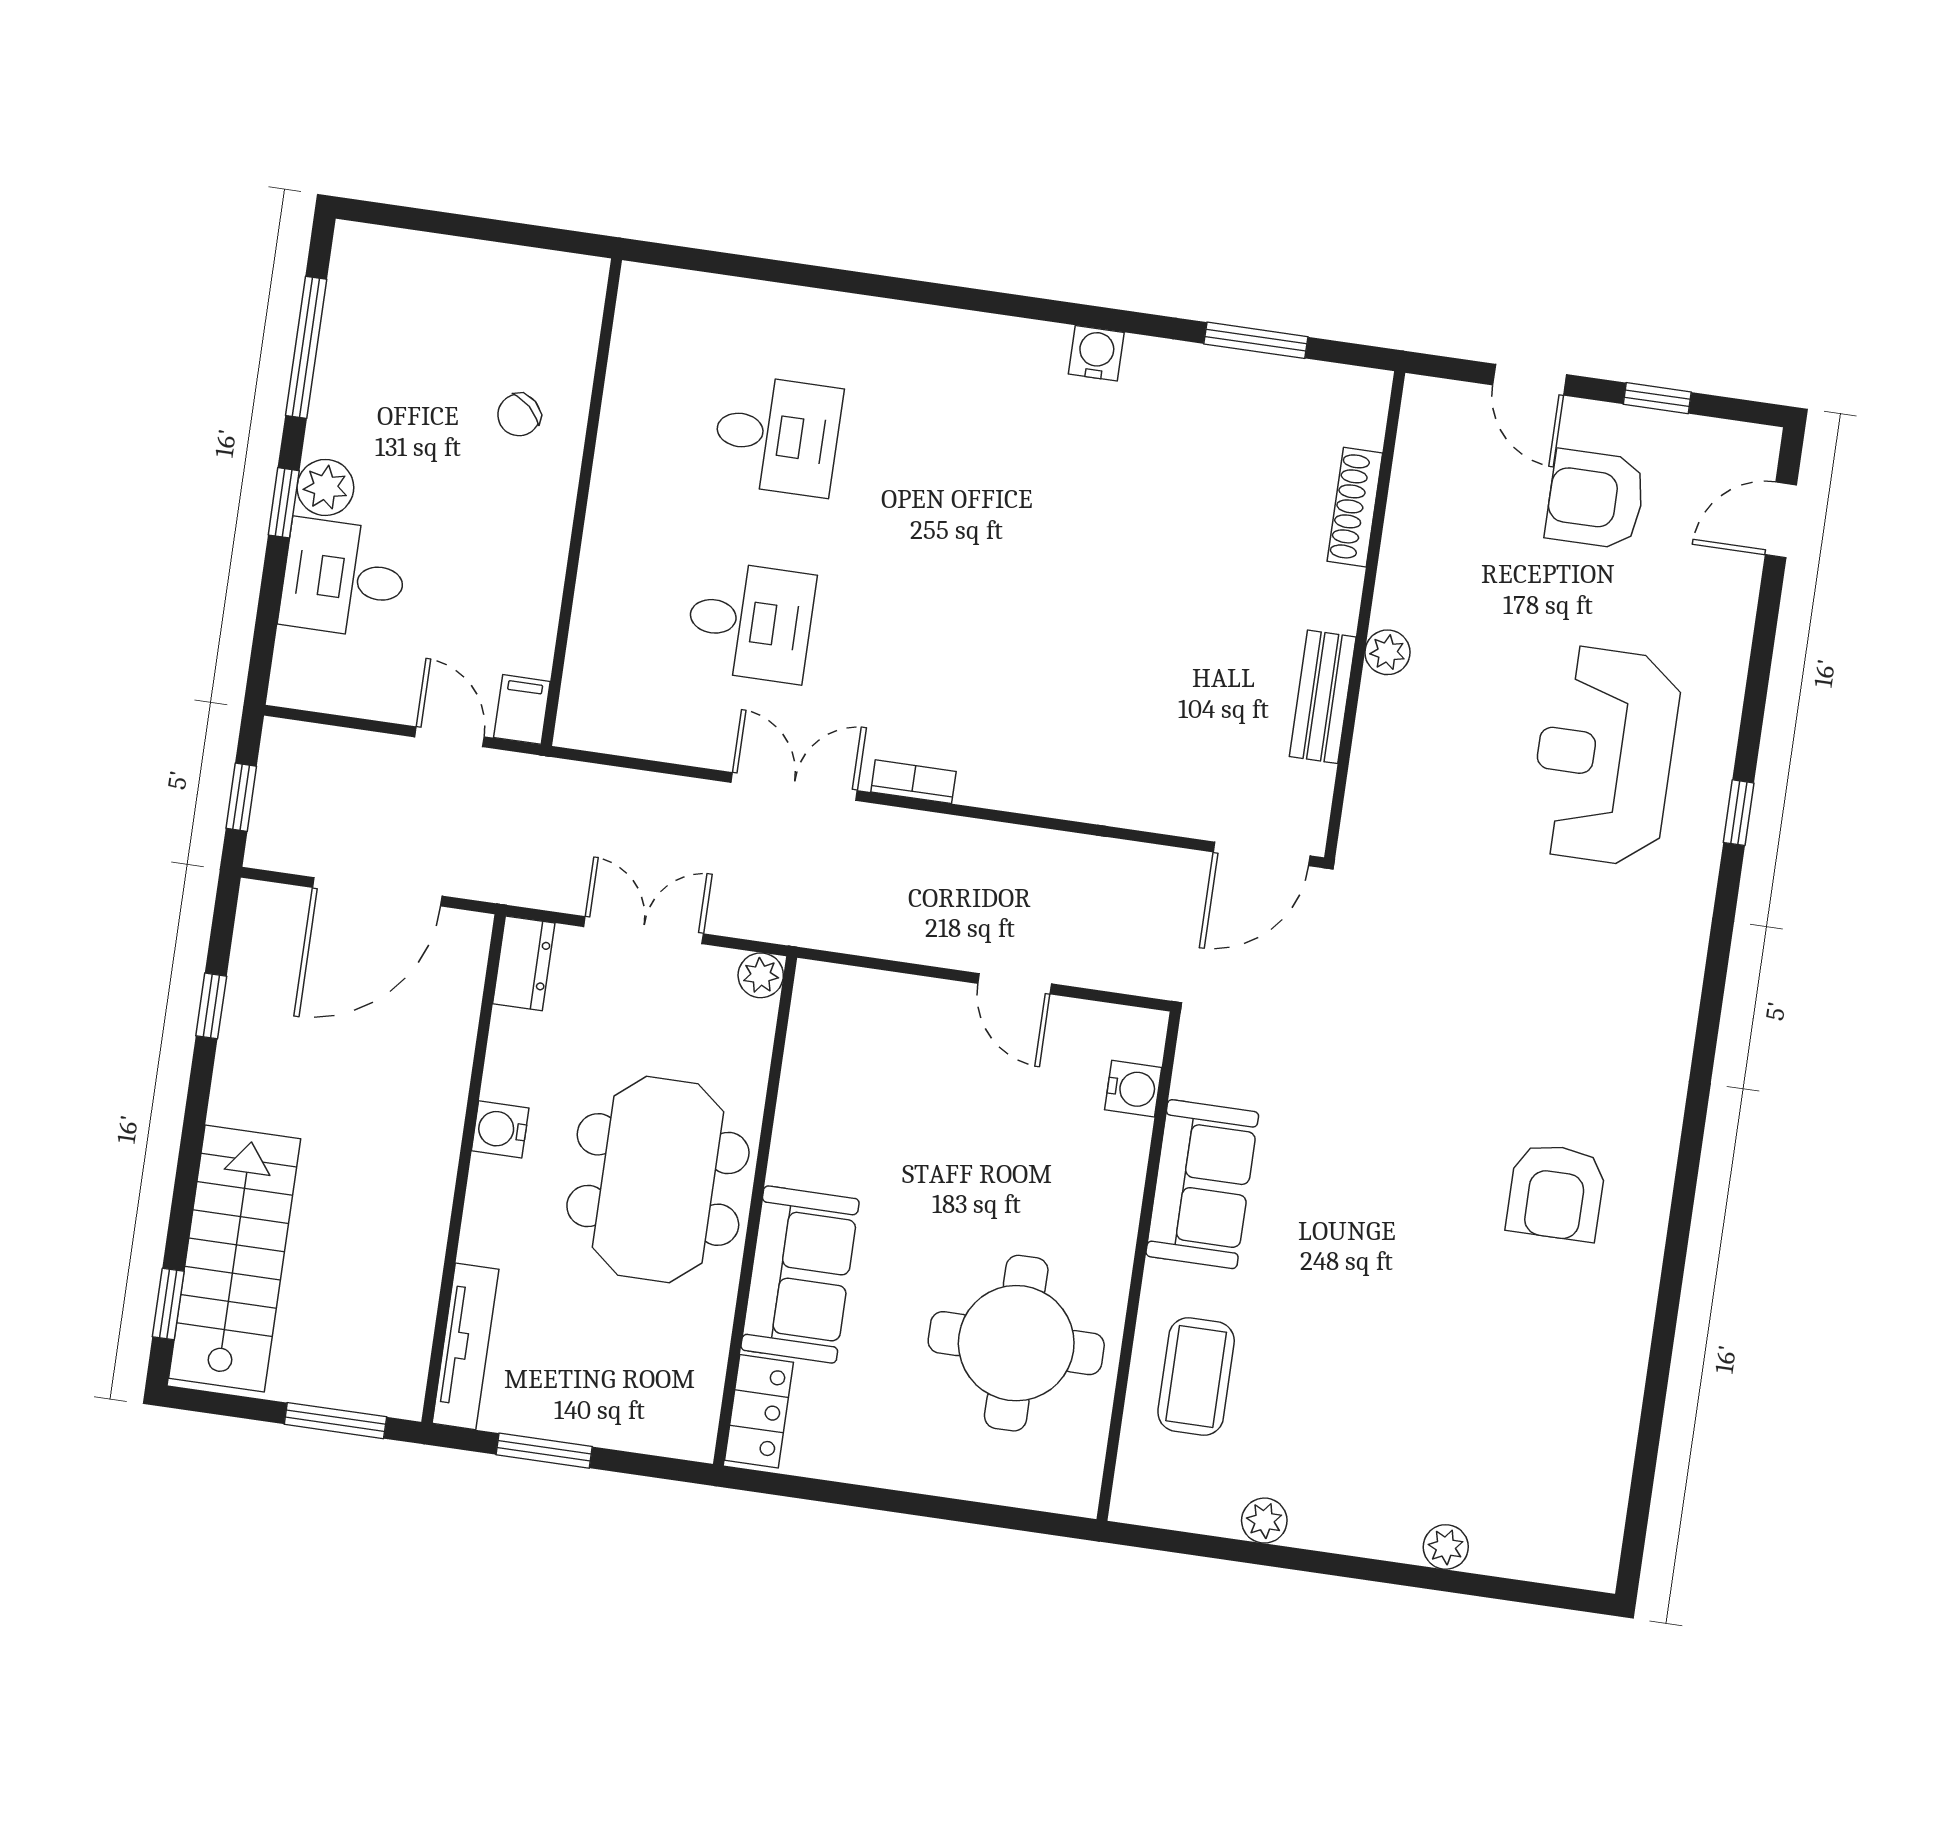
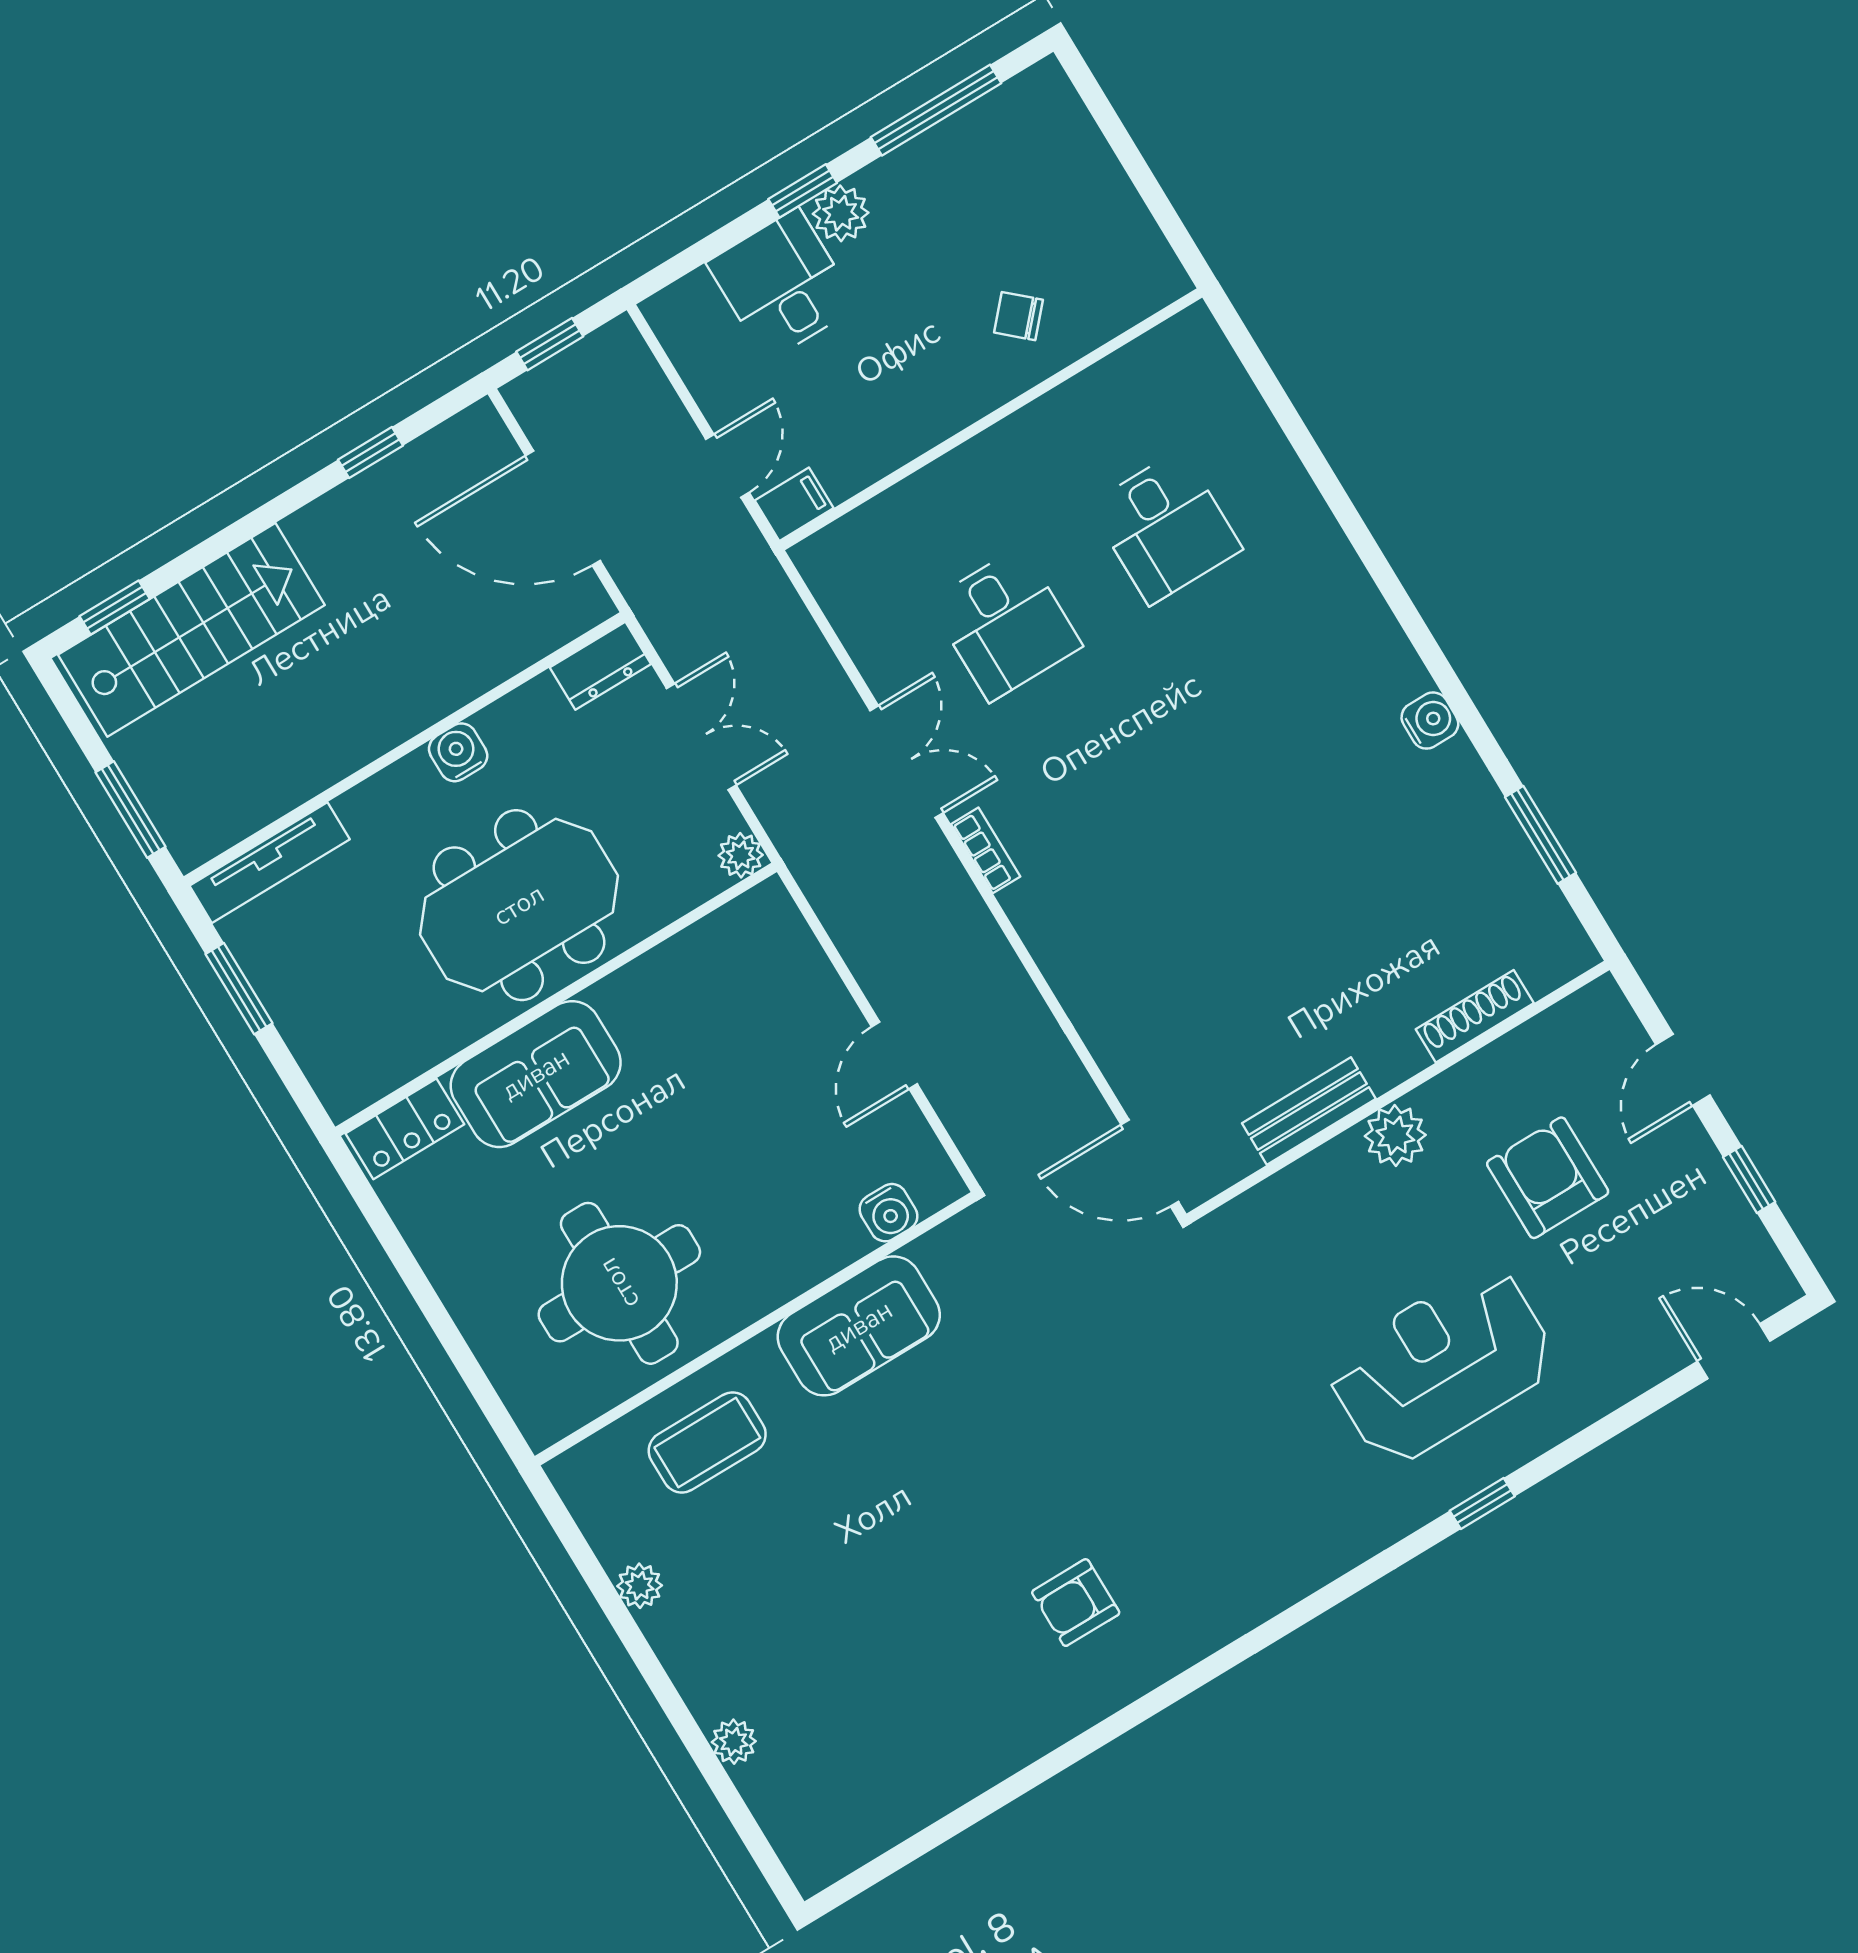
armchair: (1596, 499) -> (1548, 1178), moved
plant: (1387, 652) -> (1395, 1136), width x1.38, depth x1.38
armchair: (1556, 1192) -> (1076, 1603), width x0.72, depth x0.72

